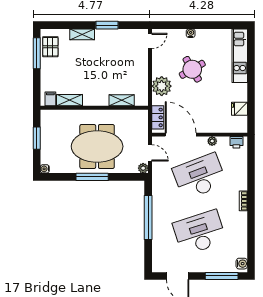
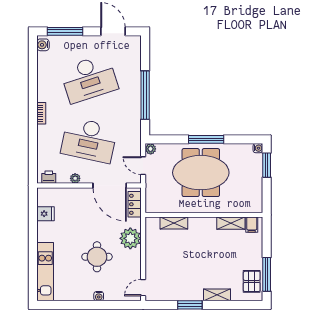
round table: (192, 69) -> (97, 257), turned 30
window: (37, 138) -> (267, 165), moved
desk: (200, 176) -> (89, 140), turned 33

